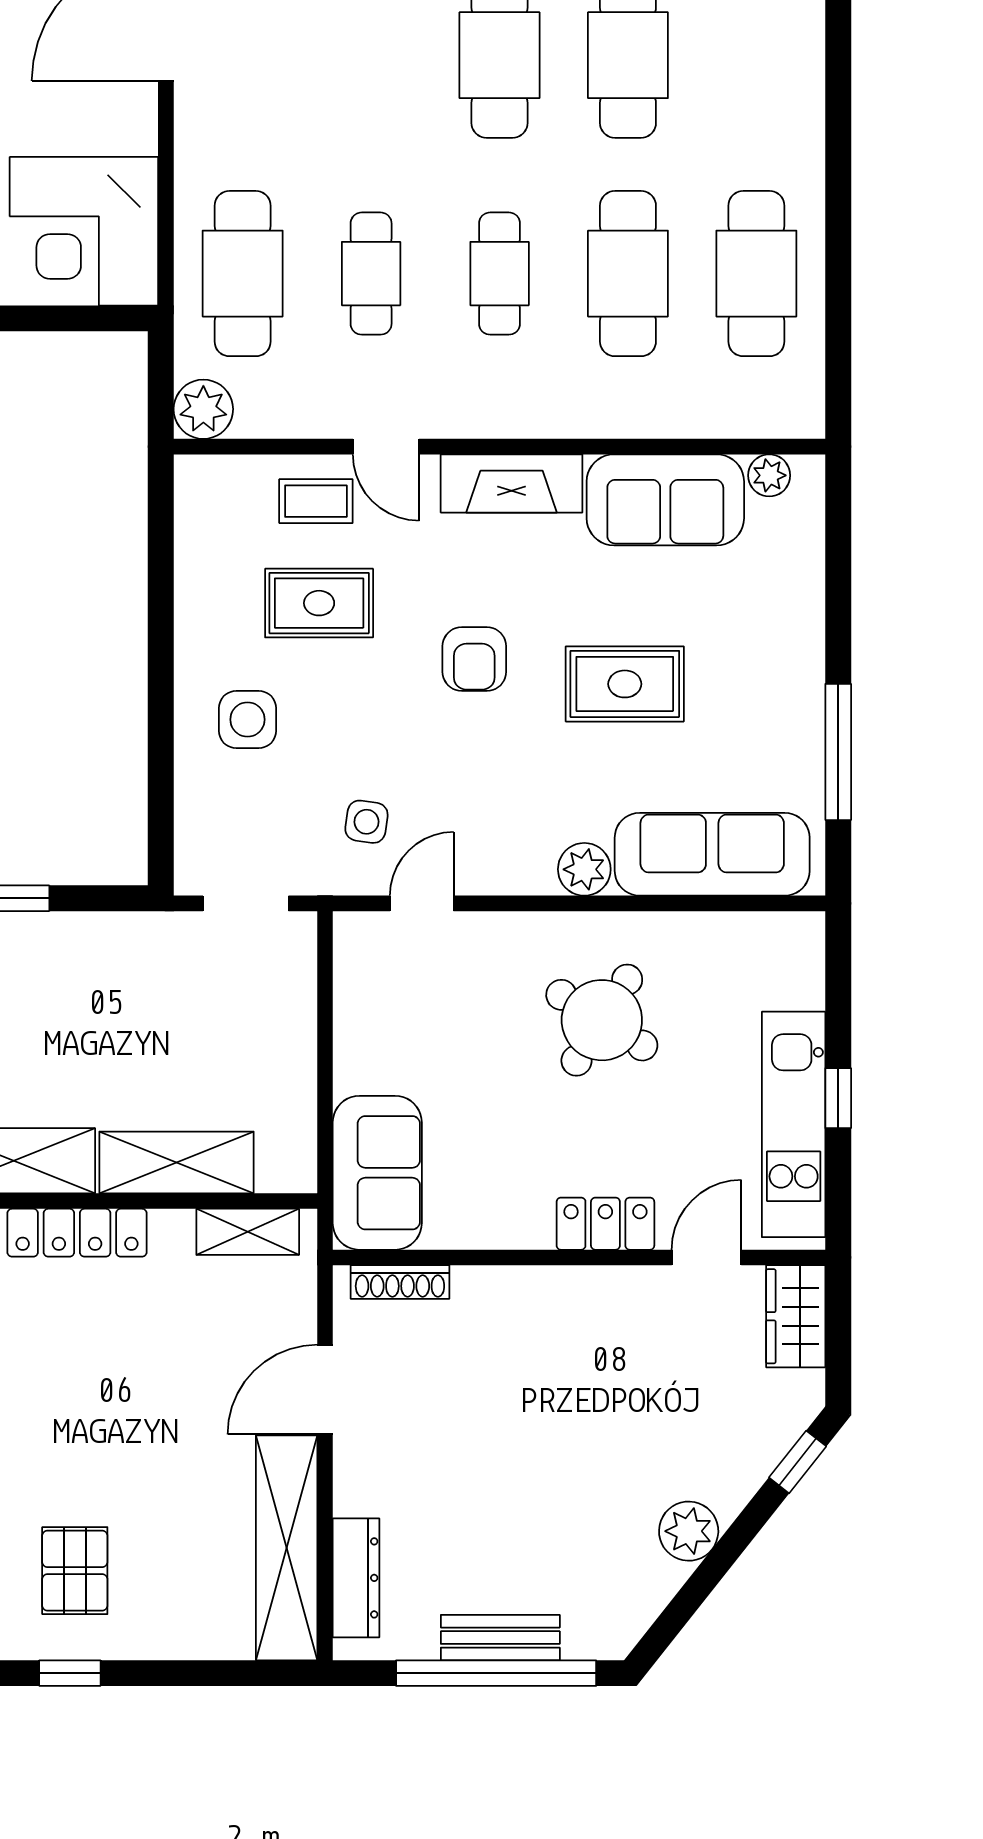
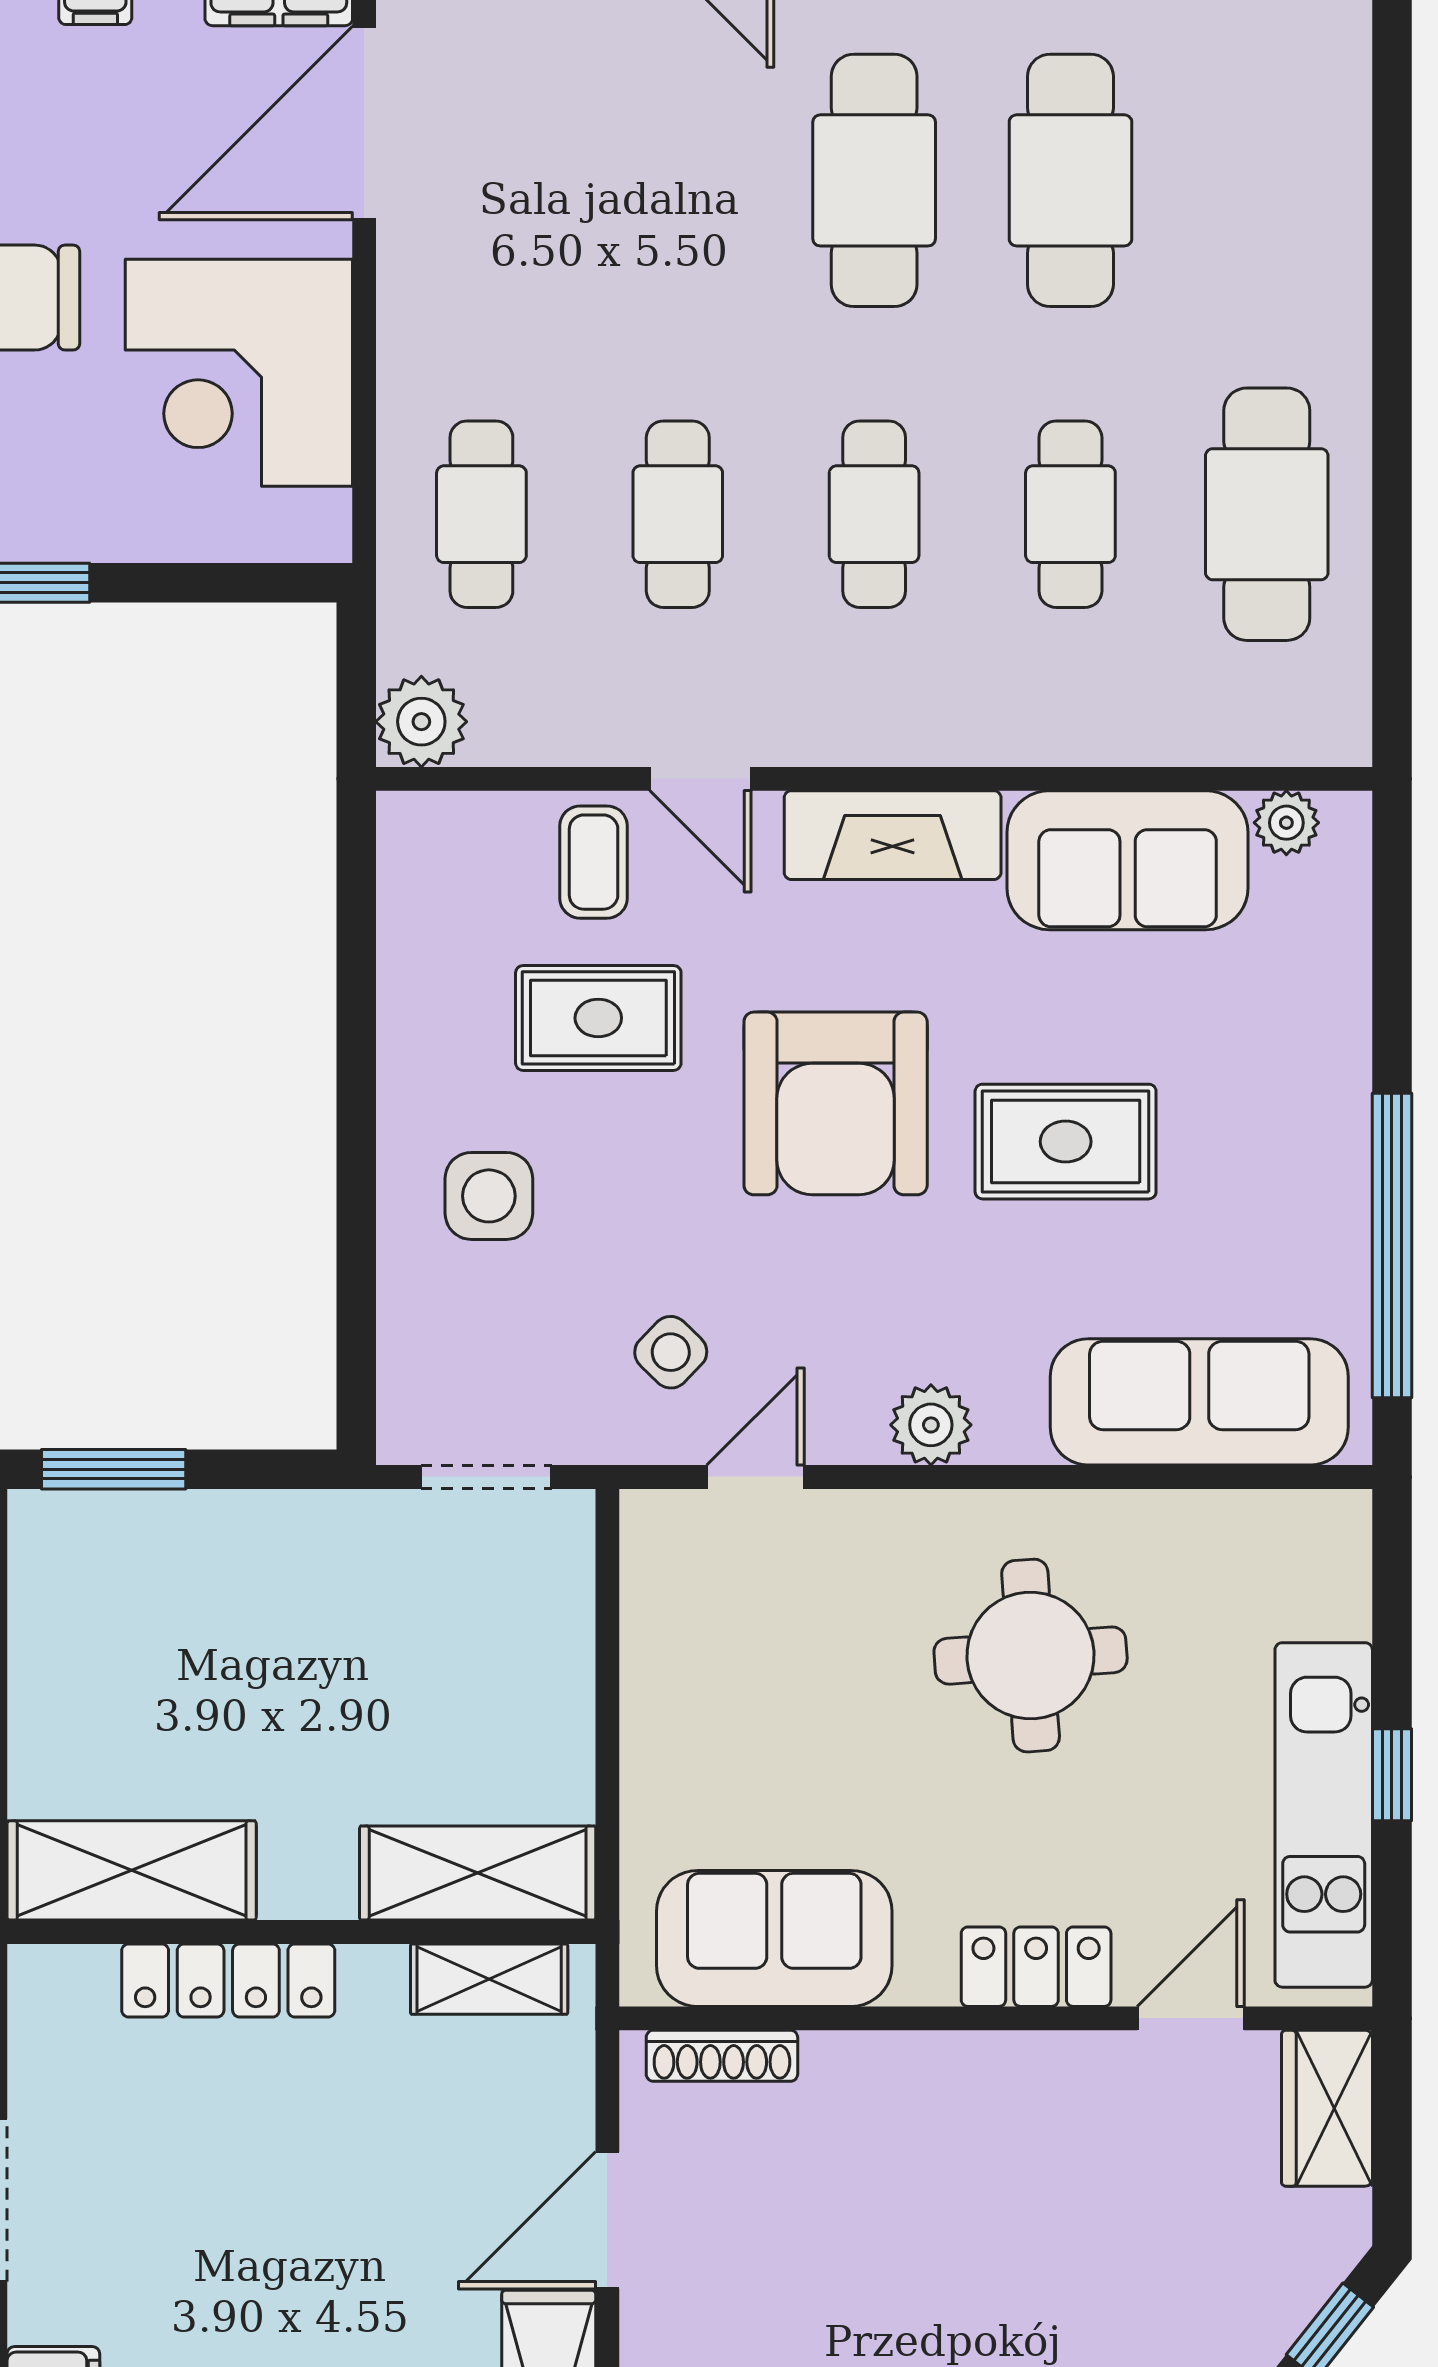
corner desk: (84, 231) -> (239, 373), moved
cafe table: (243, 274) -> (481, 514), width x0.73, depth x0.74
cafe table: (628, 274) -> (1070, 514), width x0.73, depth x0.74
coffee table: (316, 501) -> (594, 862), turned 90
armchair: (474, 659) -> (836, 1103), width x1.88, depth x1.88
window: (838, 752) -> (1392, 1246), width x1.46
side table: (366, 822) -> (671, 1352), turned 36
plant: (584, 869) -> (931, 1425), moved
round table: (602, 1020) -> (1031, 1656), turned -36
shelving: (177, 1162) -> (478, 1873), moved
sofa: (377, 1173) -> (774, 1938), moved, turned -90

